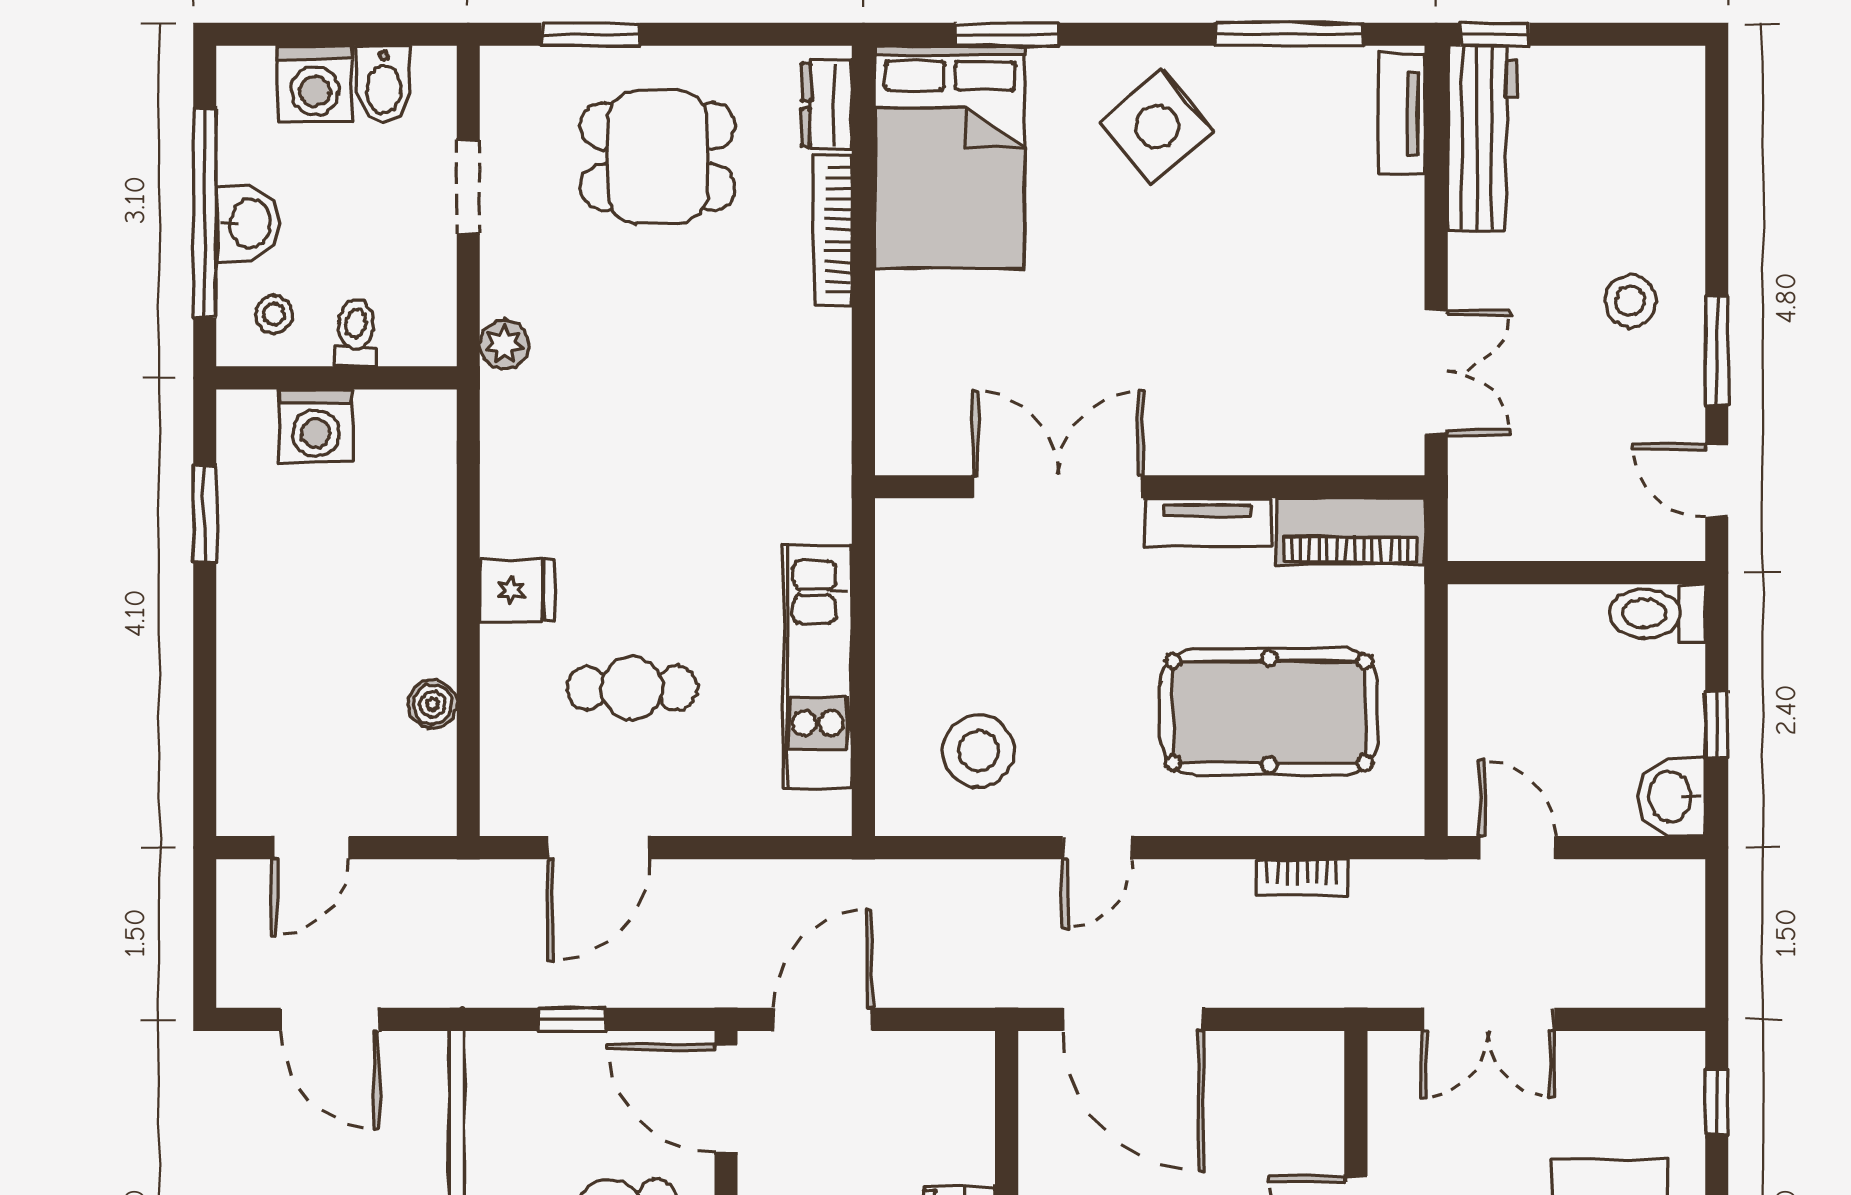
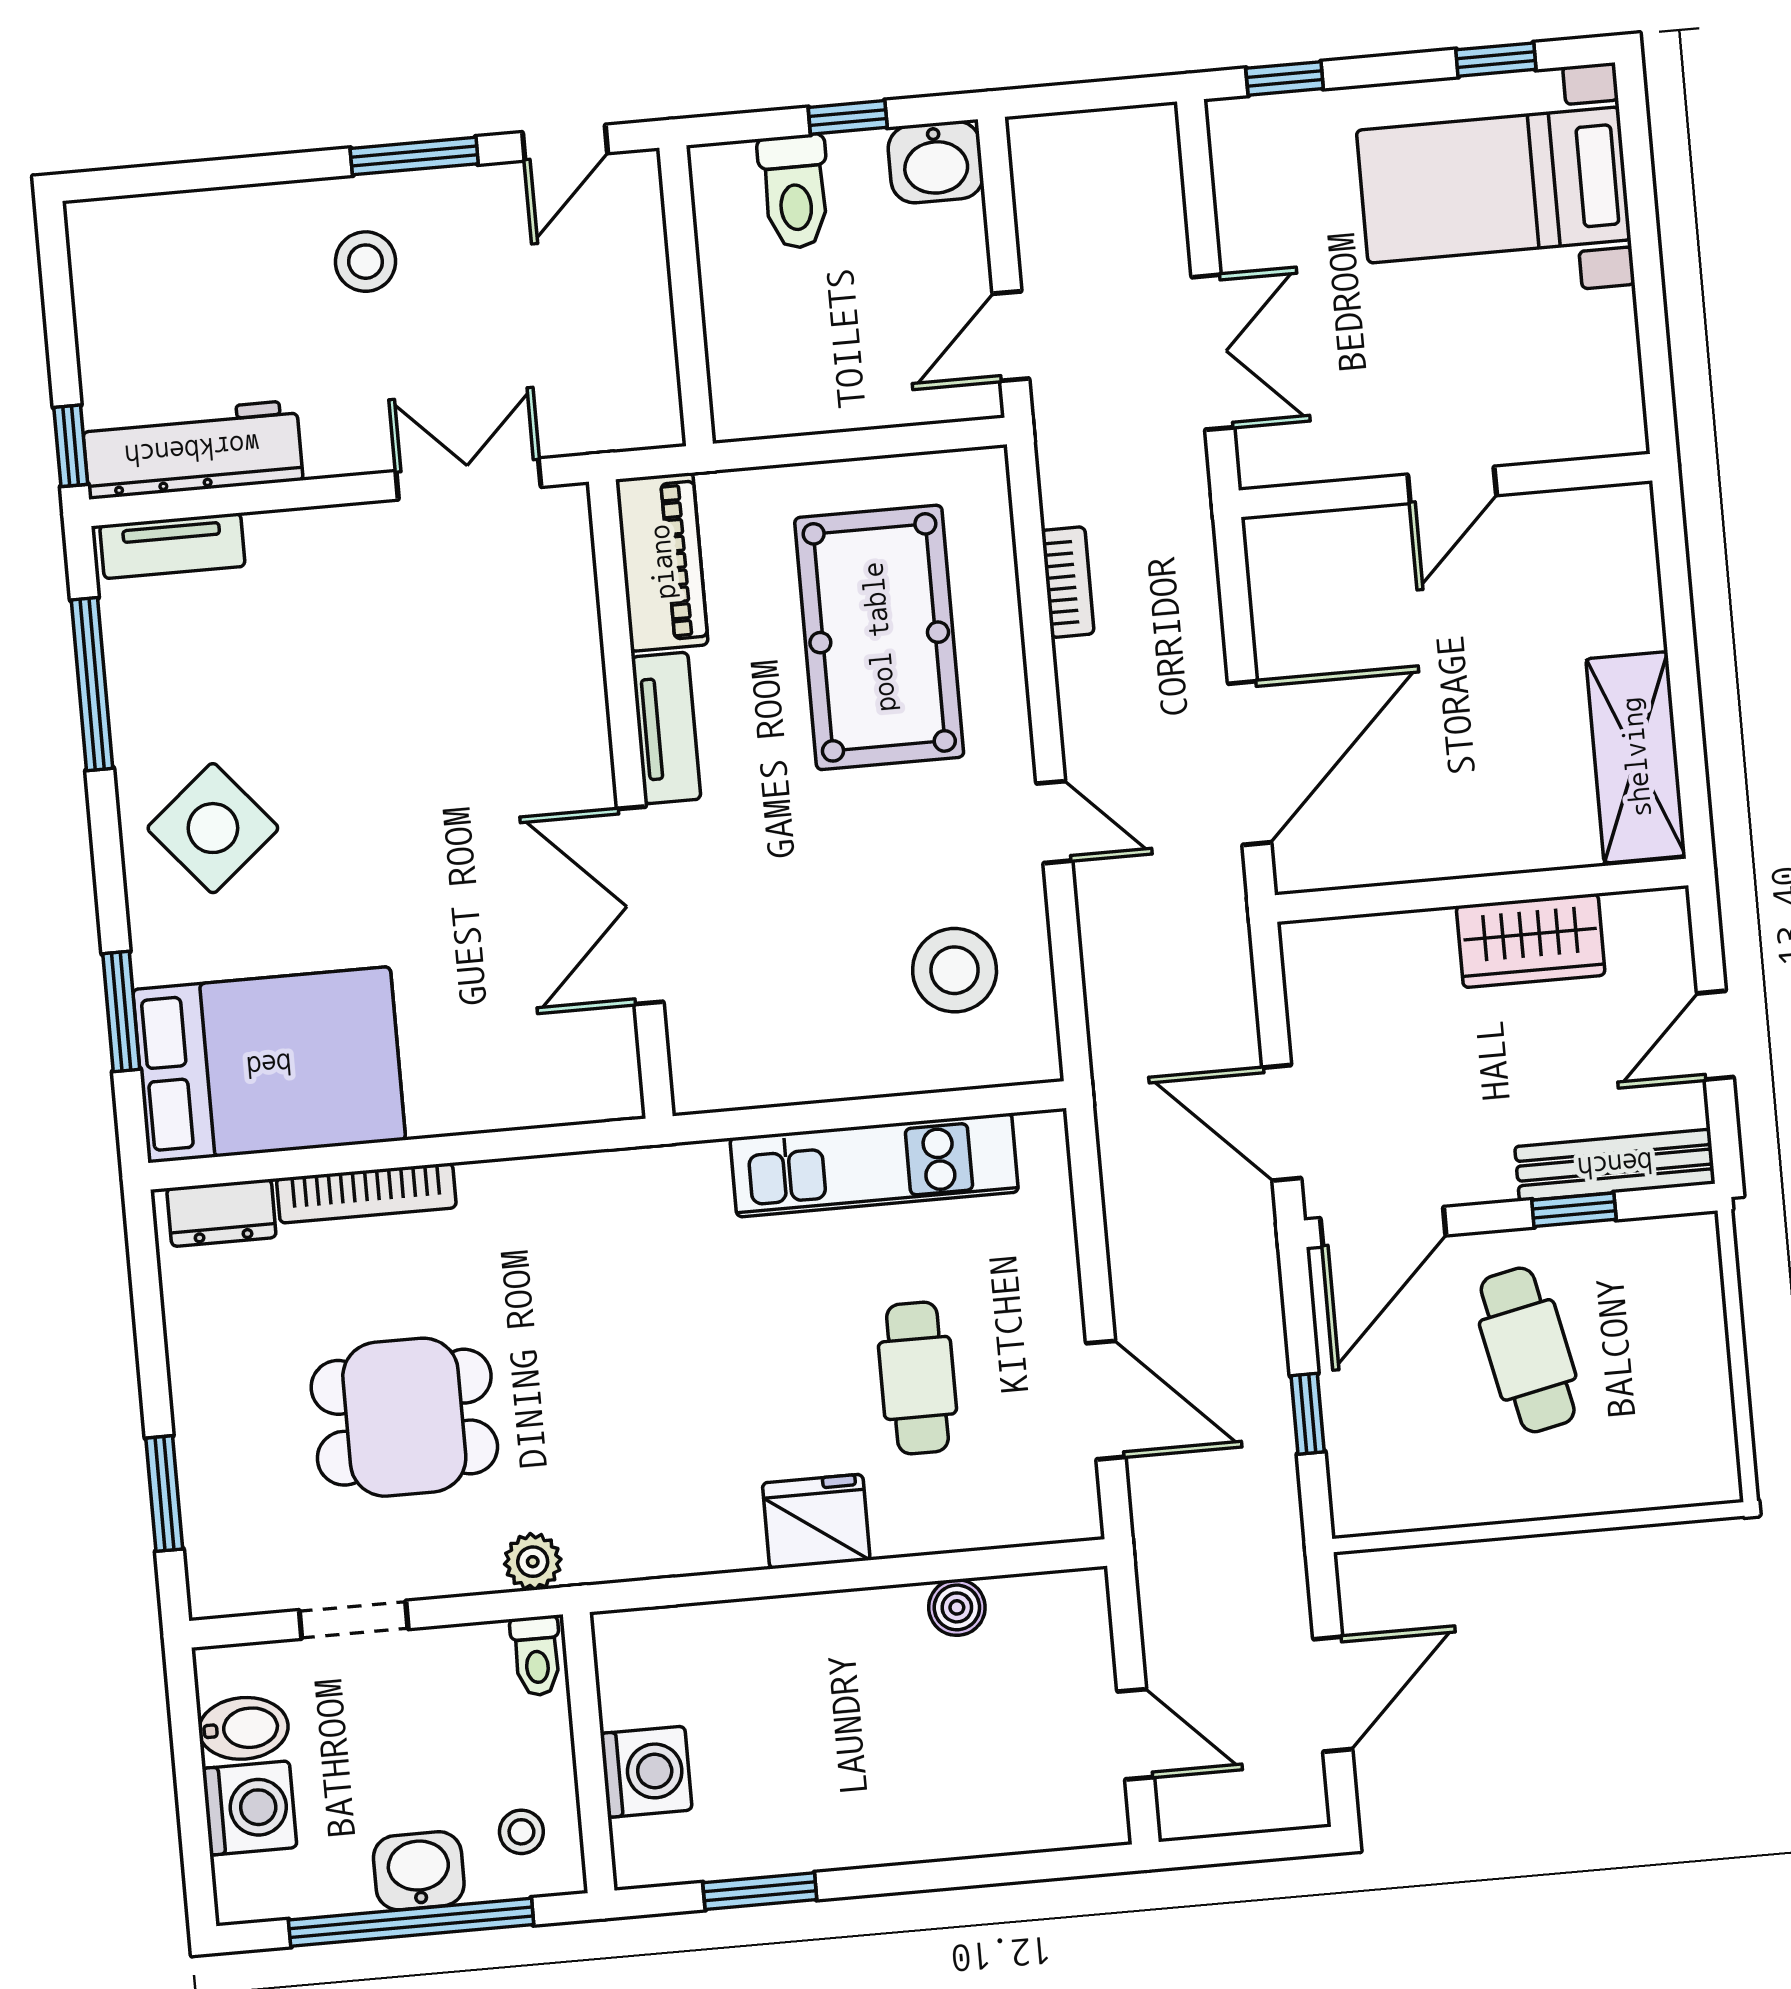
dining table: (658, 157) -> (404, 1417), moved, turned 90
toilet: (356, 333) -> (536, 1656), moved, turned -90
fridge: (517, 590) -> (816, 1521), width x1.38
toilet: (1657, 613) -> (795, 192), moved

